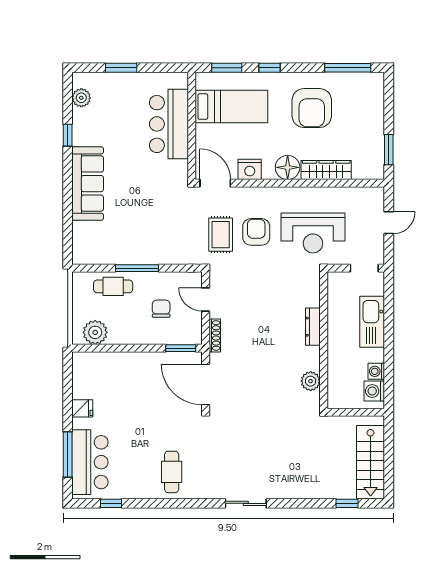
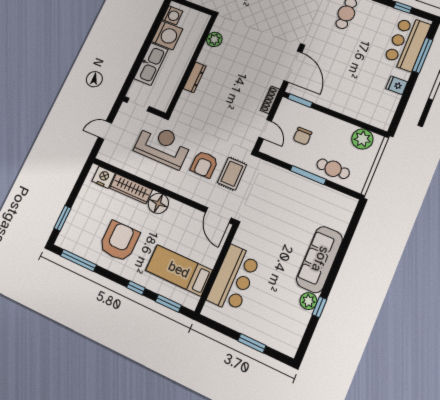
plant: (81, 98) -> (308, 301), moved
window: (389, 150) -> (63, 218), moved
nightstand: (250, 169) -> (104, 177), moved
washing machine: (376, 371) -> (167, 35), width x1.89, depth x1.89

